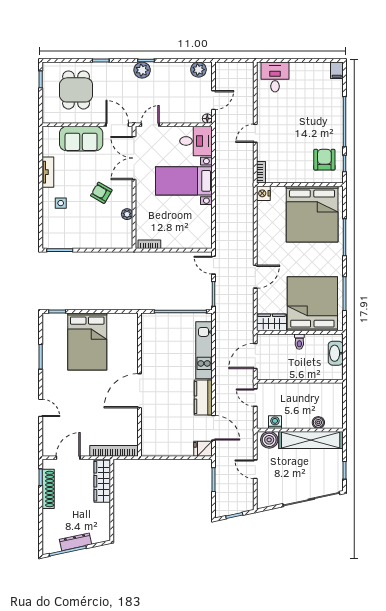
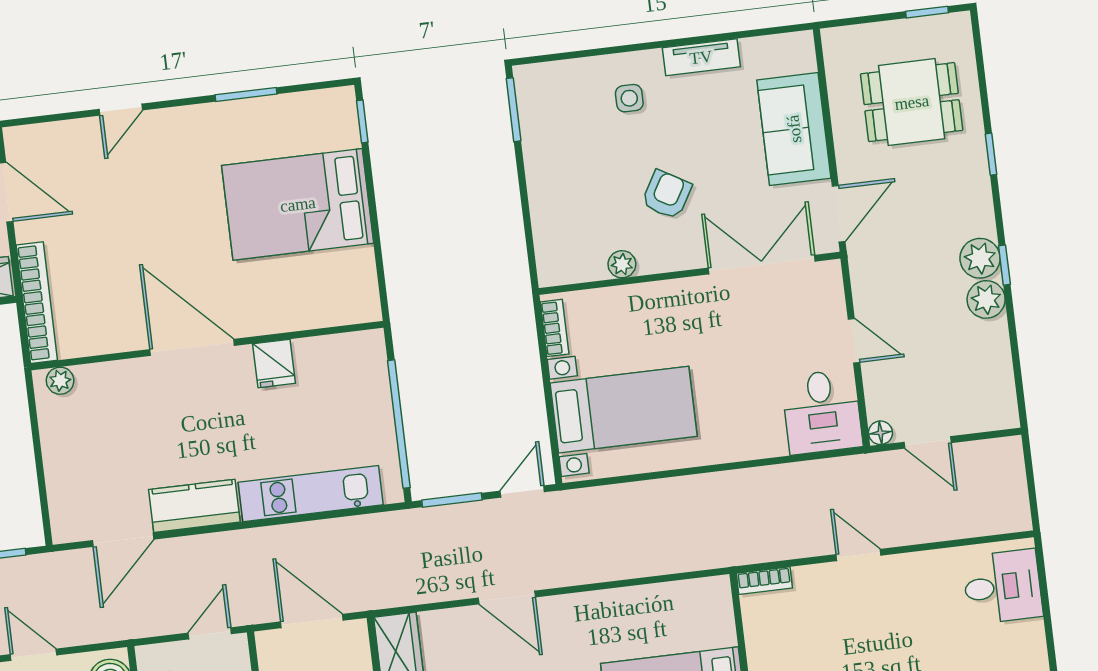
plant: (198, 70) -> (986, 299), moved
door: (150, 125) -> (854, 341), moved
bed with nightstands: (184, 181) -> (624, 410), moved, turned 90
nightstand: (263, 193) -> (714, 593), removed
plant: (146, 445) -> (60, 381), added
fridge: (203, 449) -> (274, 364), moved, turned 180
door: (255, 469) -> (34, 655), hinge flipped

